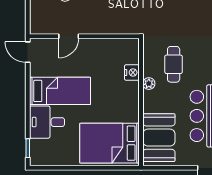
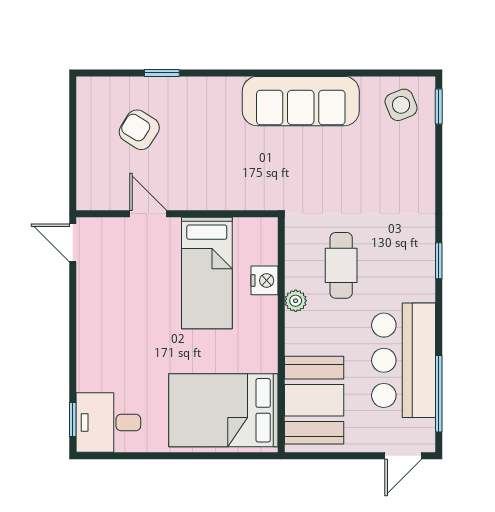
door: (69, 36) -> (148, 214), swing flipped
bed: (60, 91) -> (207, 273), moved, turned 90
desk: (47, 122) -> (108, 423), moved

